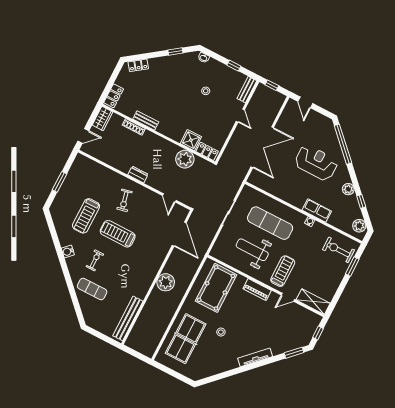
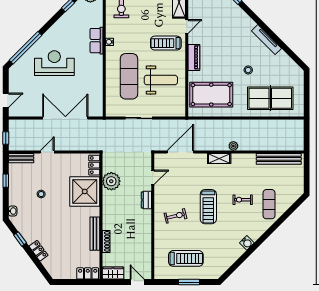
locker: (138, 65) -> (38, 251), moved
bench: (146, 120) -> (95, 234), width x1.36
shower: (191, 140) -> (85, 191), width x1.86, depth x1.86
reception desk: (316, 163) -> (54, 63), turned 90
dresser: (138, 175) -> (146, 200), moved
plant: (348, 189) -> (63, 22), removed
treadmill: (86, 216) -> (186, 258), moved
weight bench: (252, 250) -> (161, 80), turned -90
exercise bike: (95, 260) -> (243, 200), moved
shelving: (156, 265) -> (219, 158), added
plant: (166, 282) -> (233, 146), width x0.53, depth x0.53
door: (288, 297) -> (187, 27), hinge flipped
tv unit: (255, 357) -> (266, 40), moved

